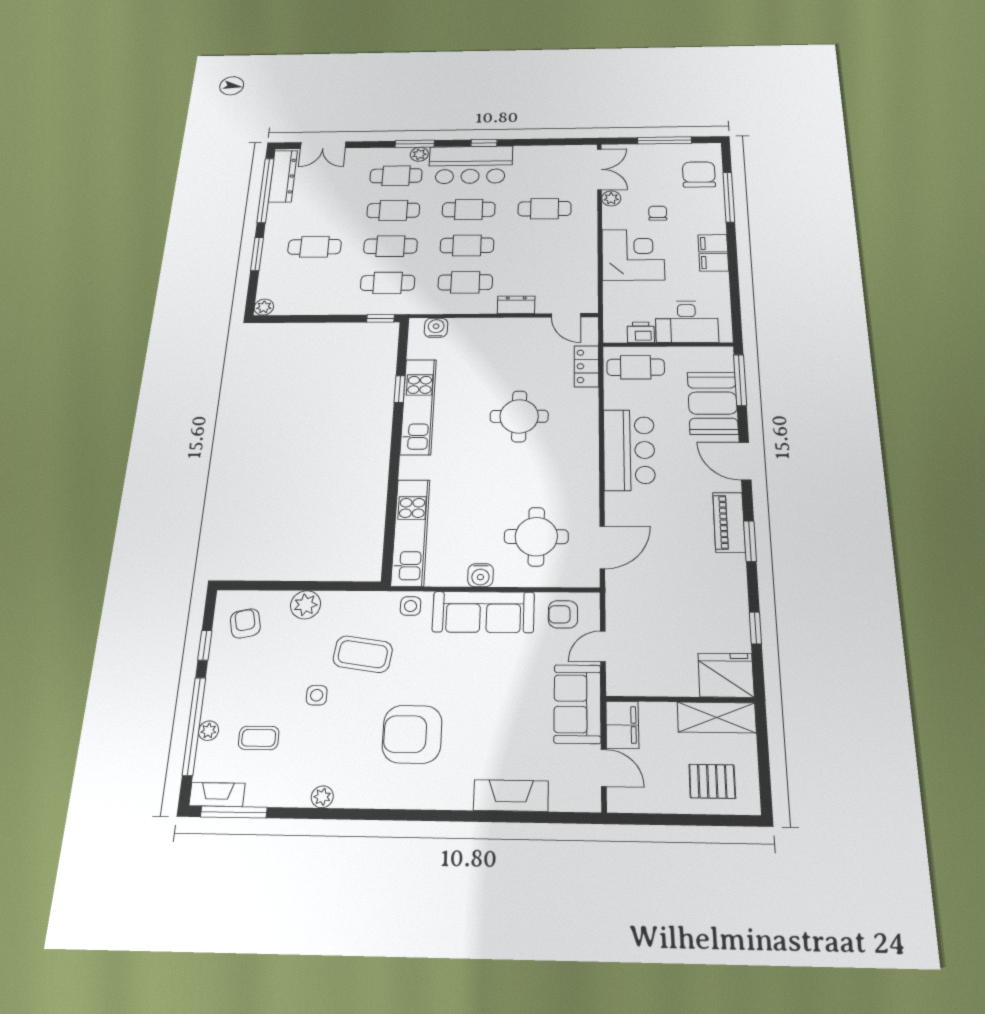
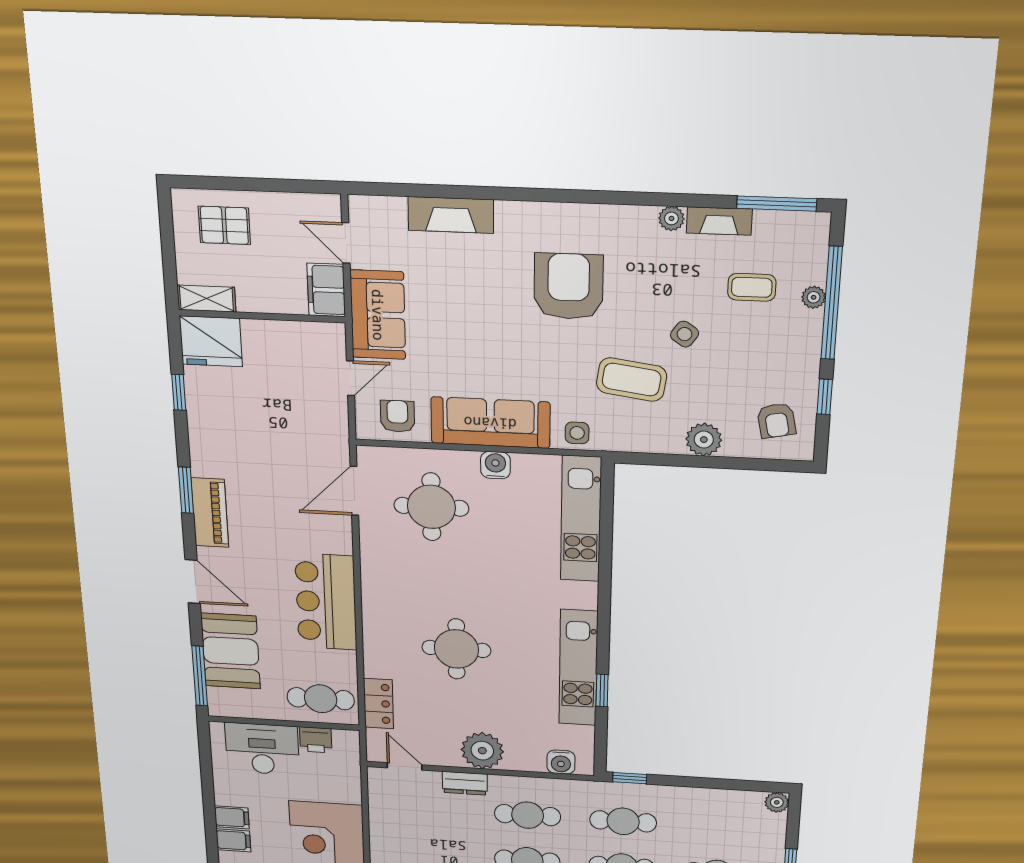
plant: (501, 333) -> (482, 751), added
armchair: (563, 614) -> (397, 416), turned -90
side table: (317, 695) -> (684, 334), turned 35
shelving: (717, 717) -> (206, 299), width x0.67, depth x0.75
armchair: (412, 734) -> (569, 286), turned -90
fireplace: (217, 794) -> (719, 221), moved

